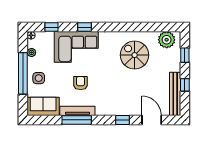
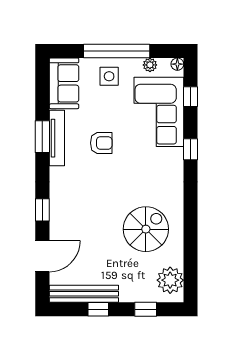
corner sofa: (76, 47) -> (159, 112), moved
window: (77, 120) -> (42, 137), width x0.69

